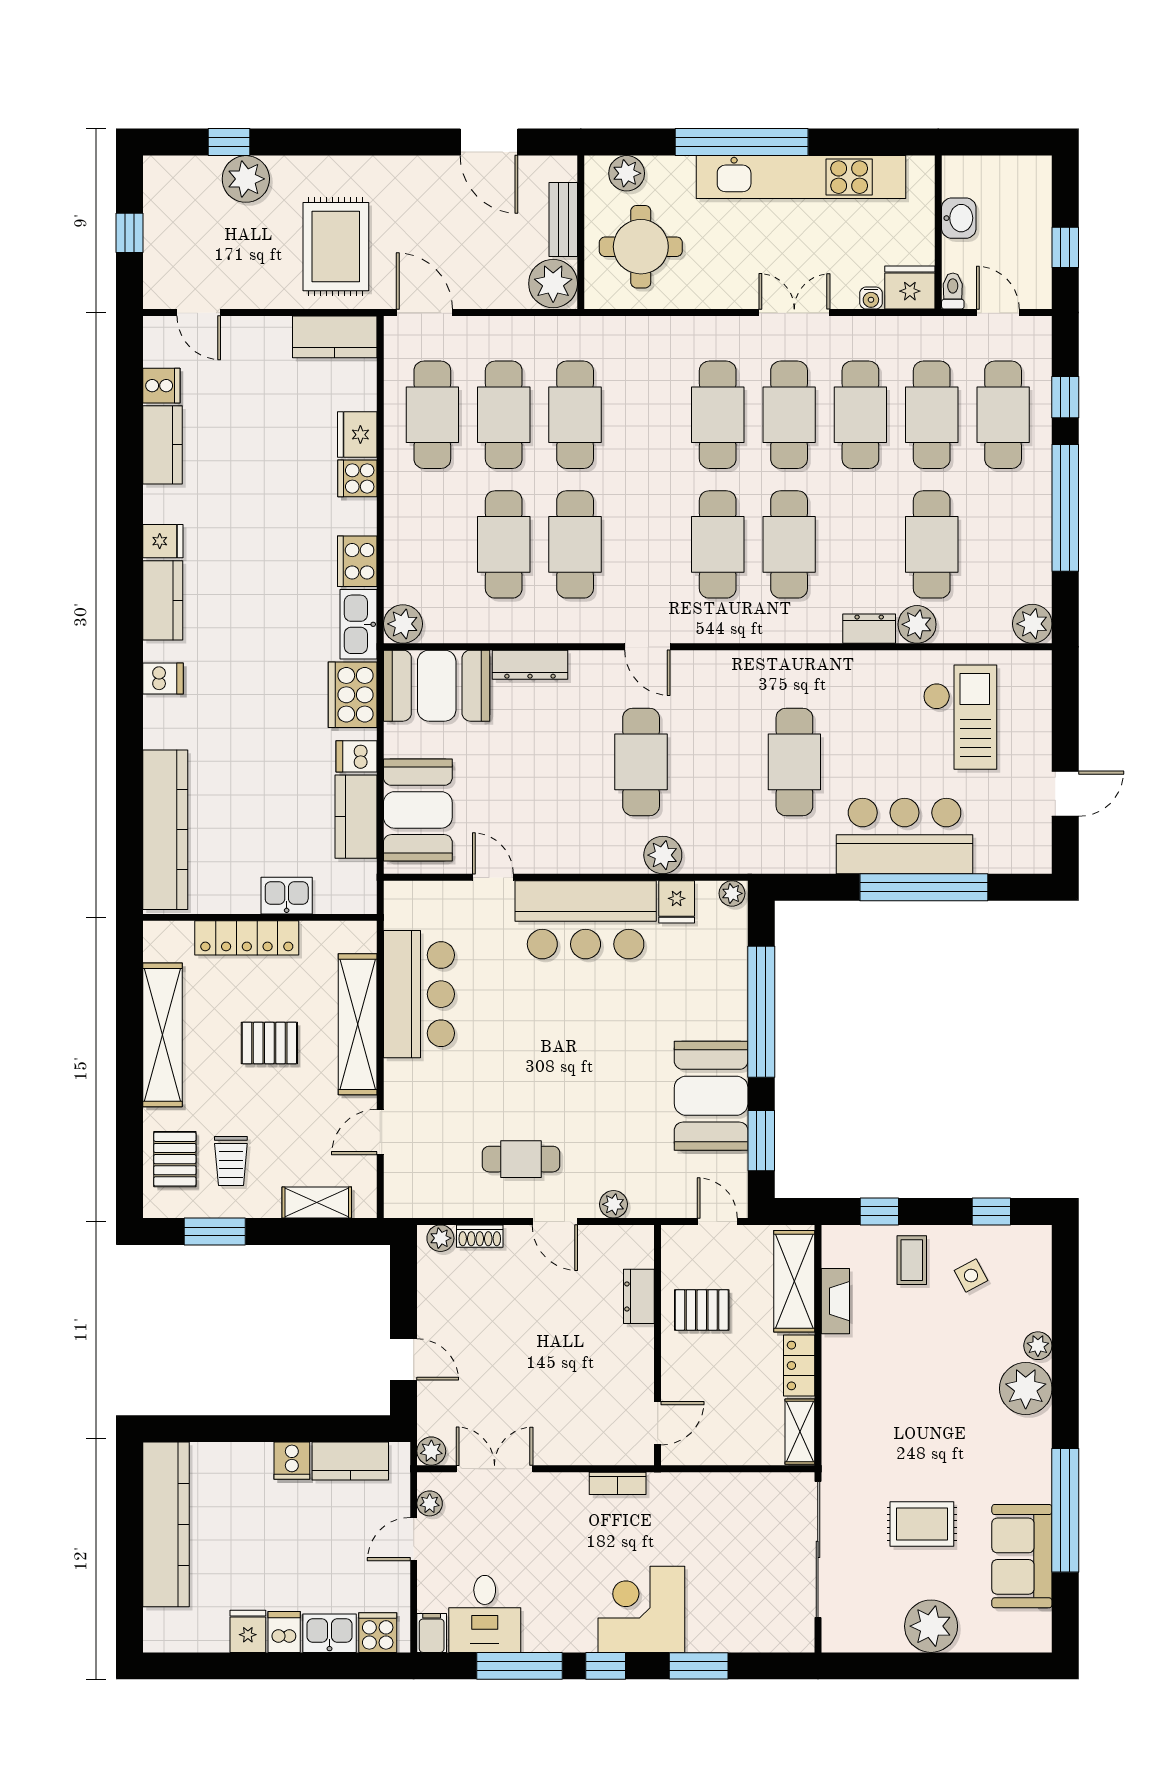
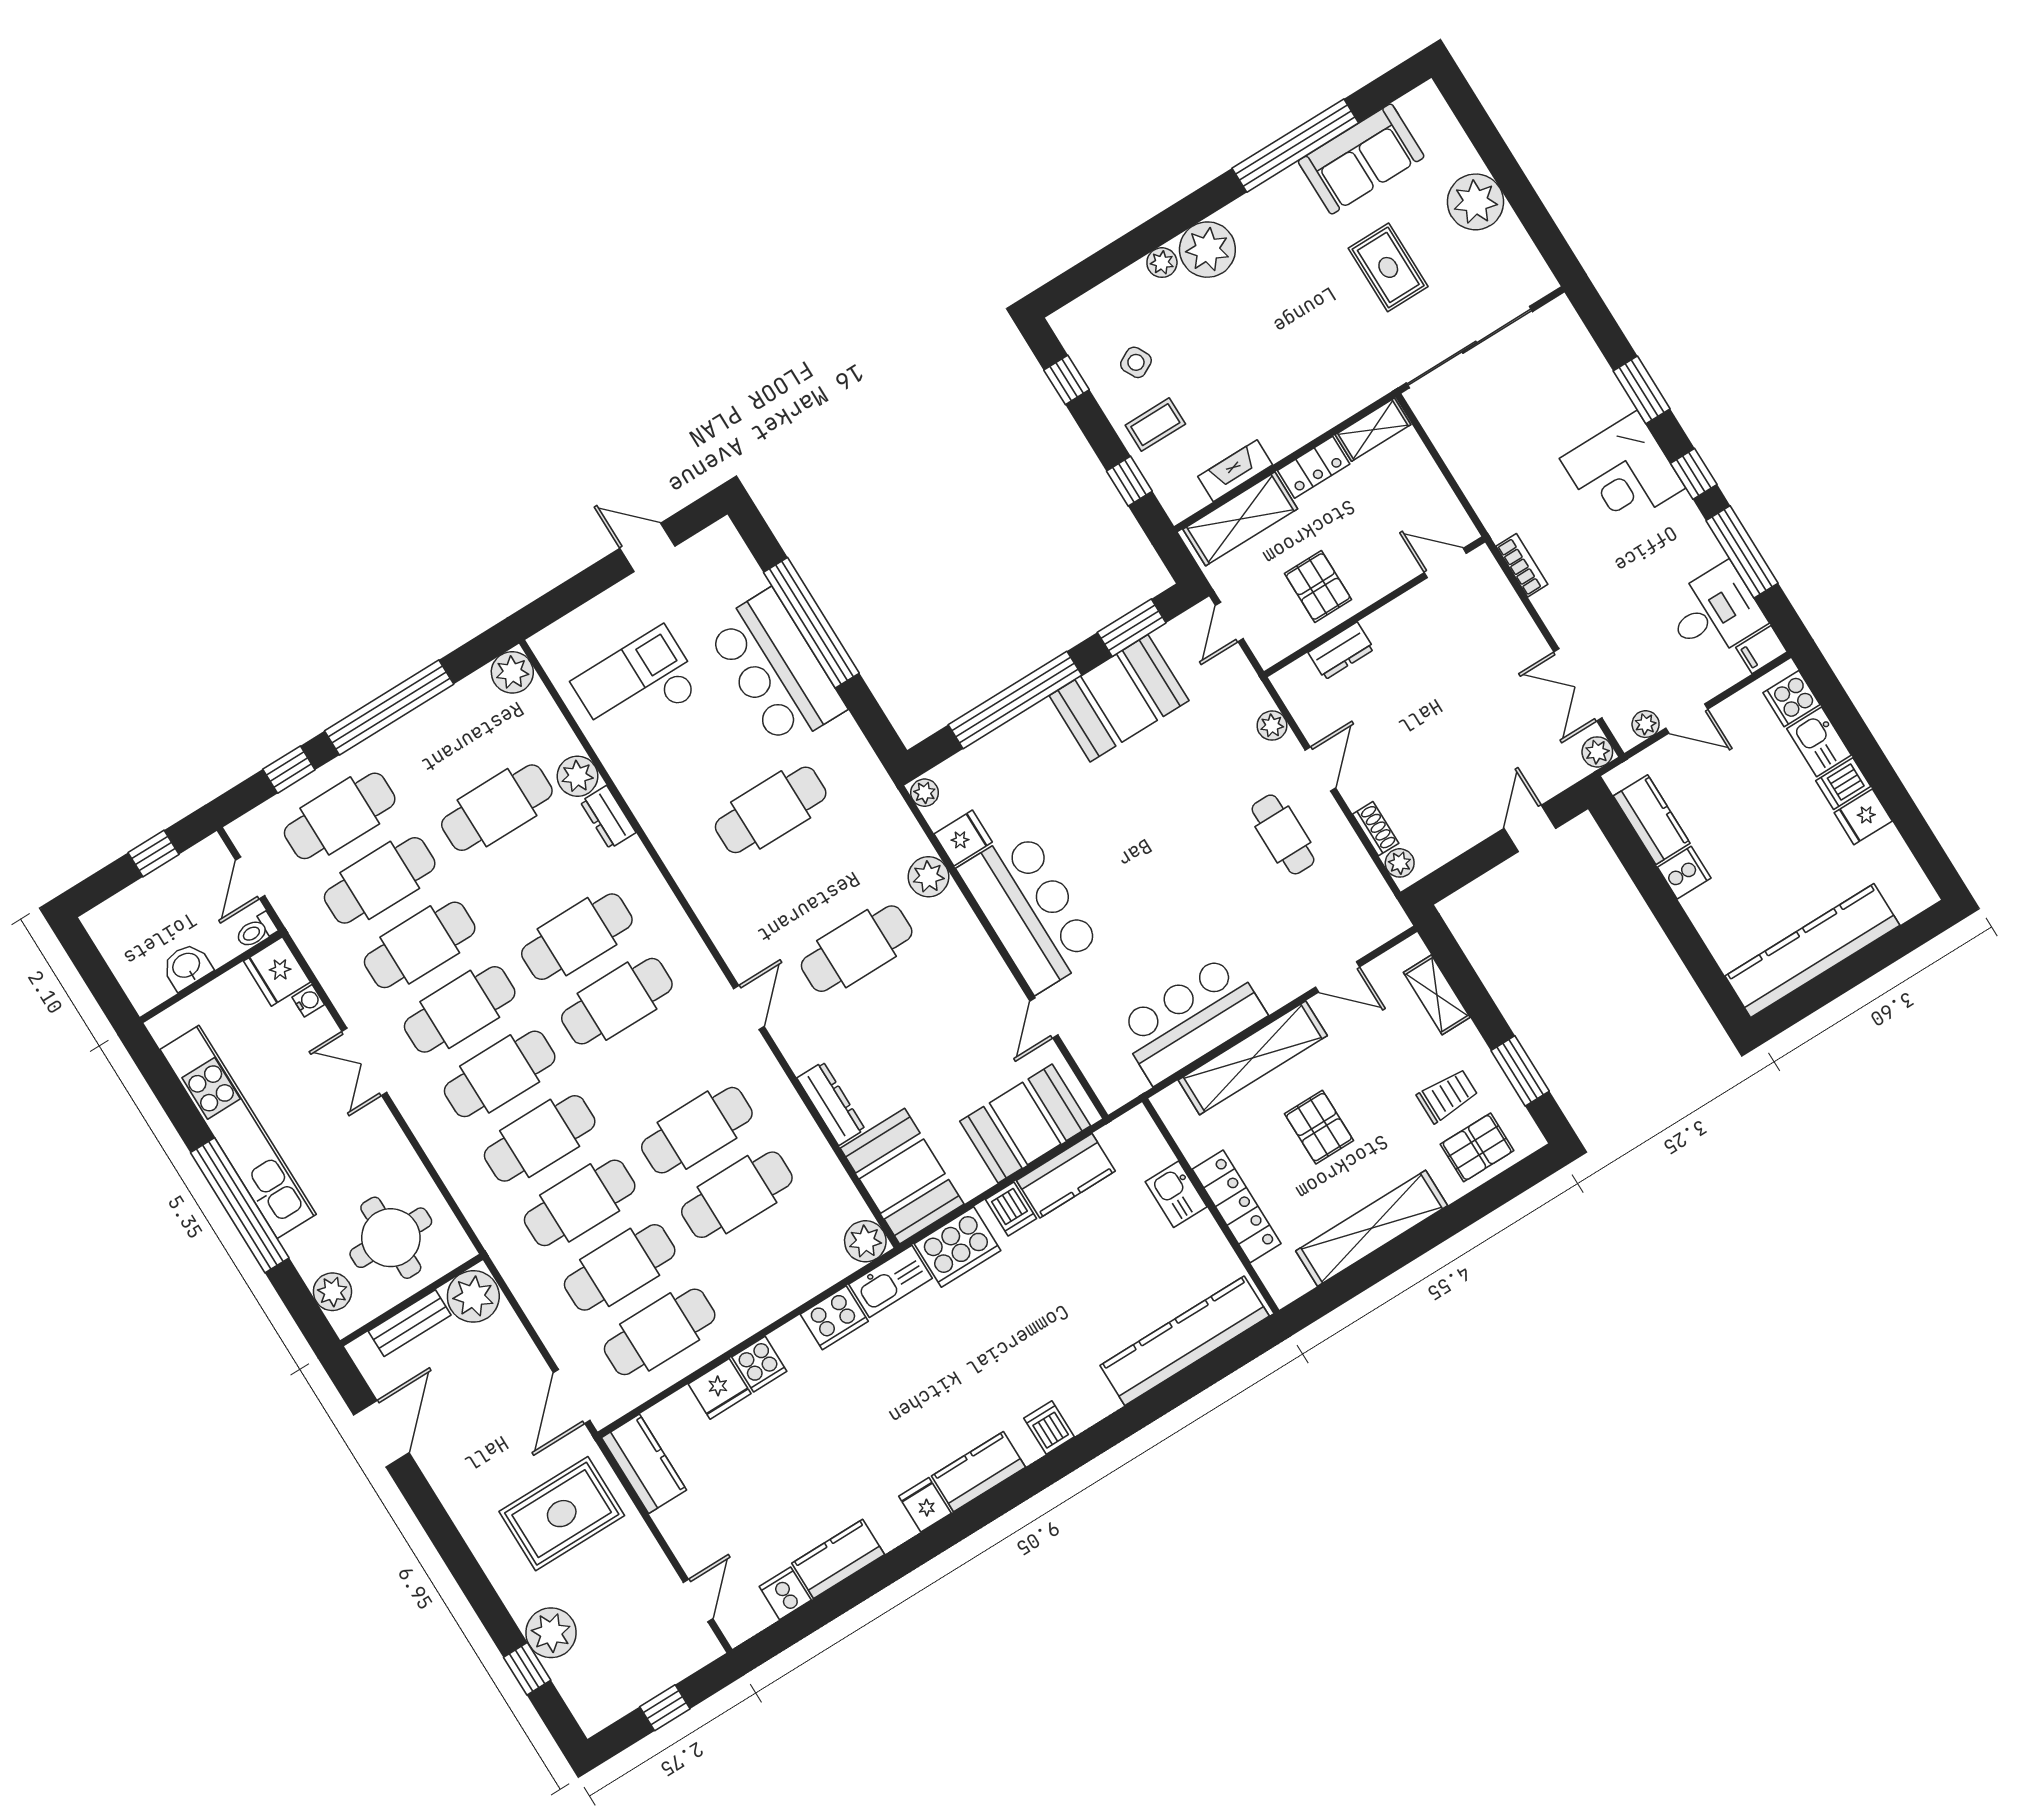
cafe table: (646, 415) -> (540, 1138), added

